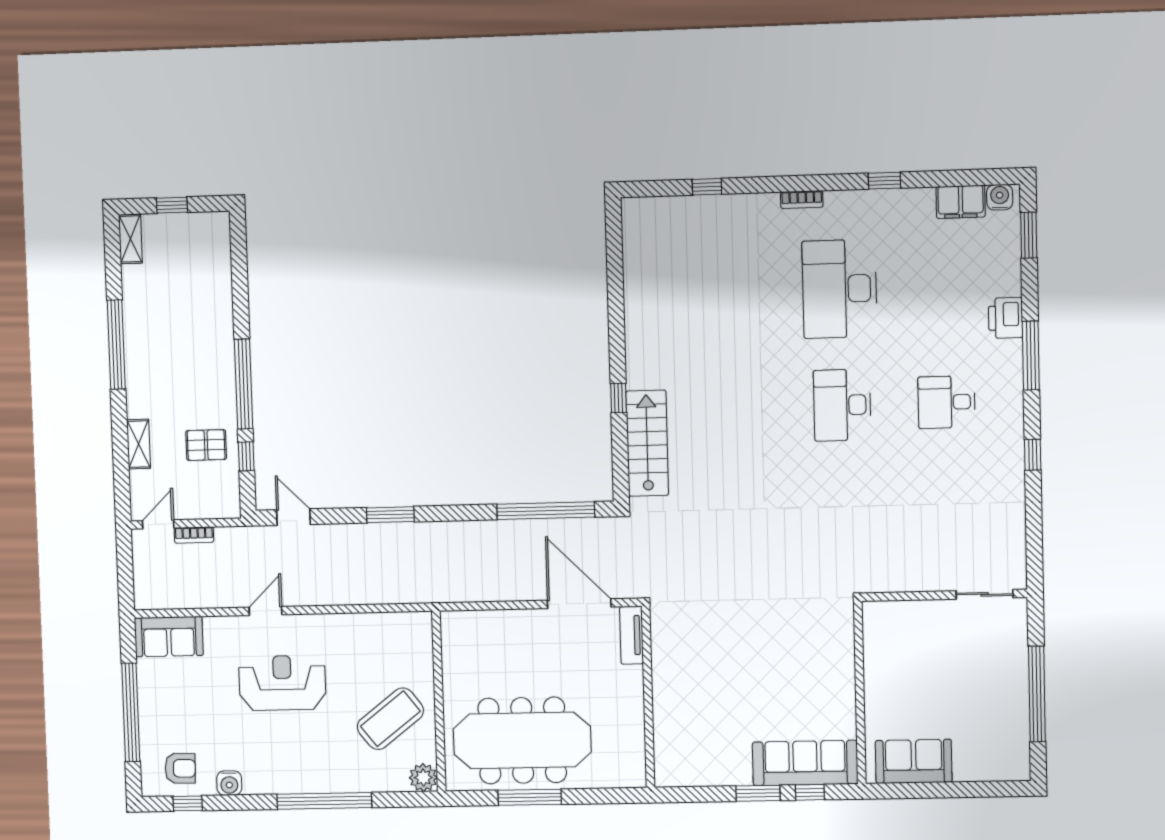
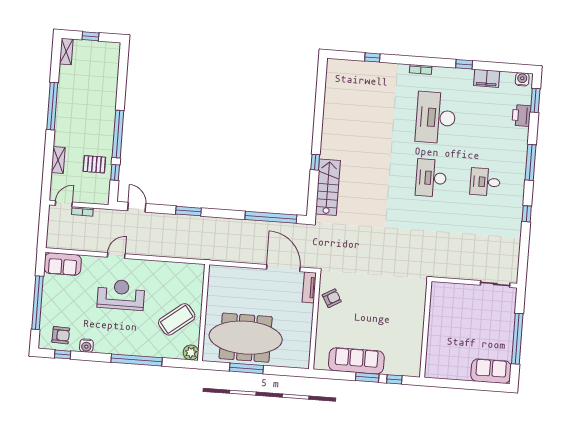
filing cabinet: (961, 202) -> (487, 78), moved
printer: (1006, 318) -> (521, 115), moved
armchair: (676, 651) -> (332, 298), added
sofa: (914, 761) -> (491, 371), moved
sofa: (805, 763) -> (356, 361), moved

